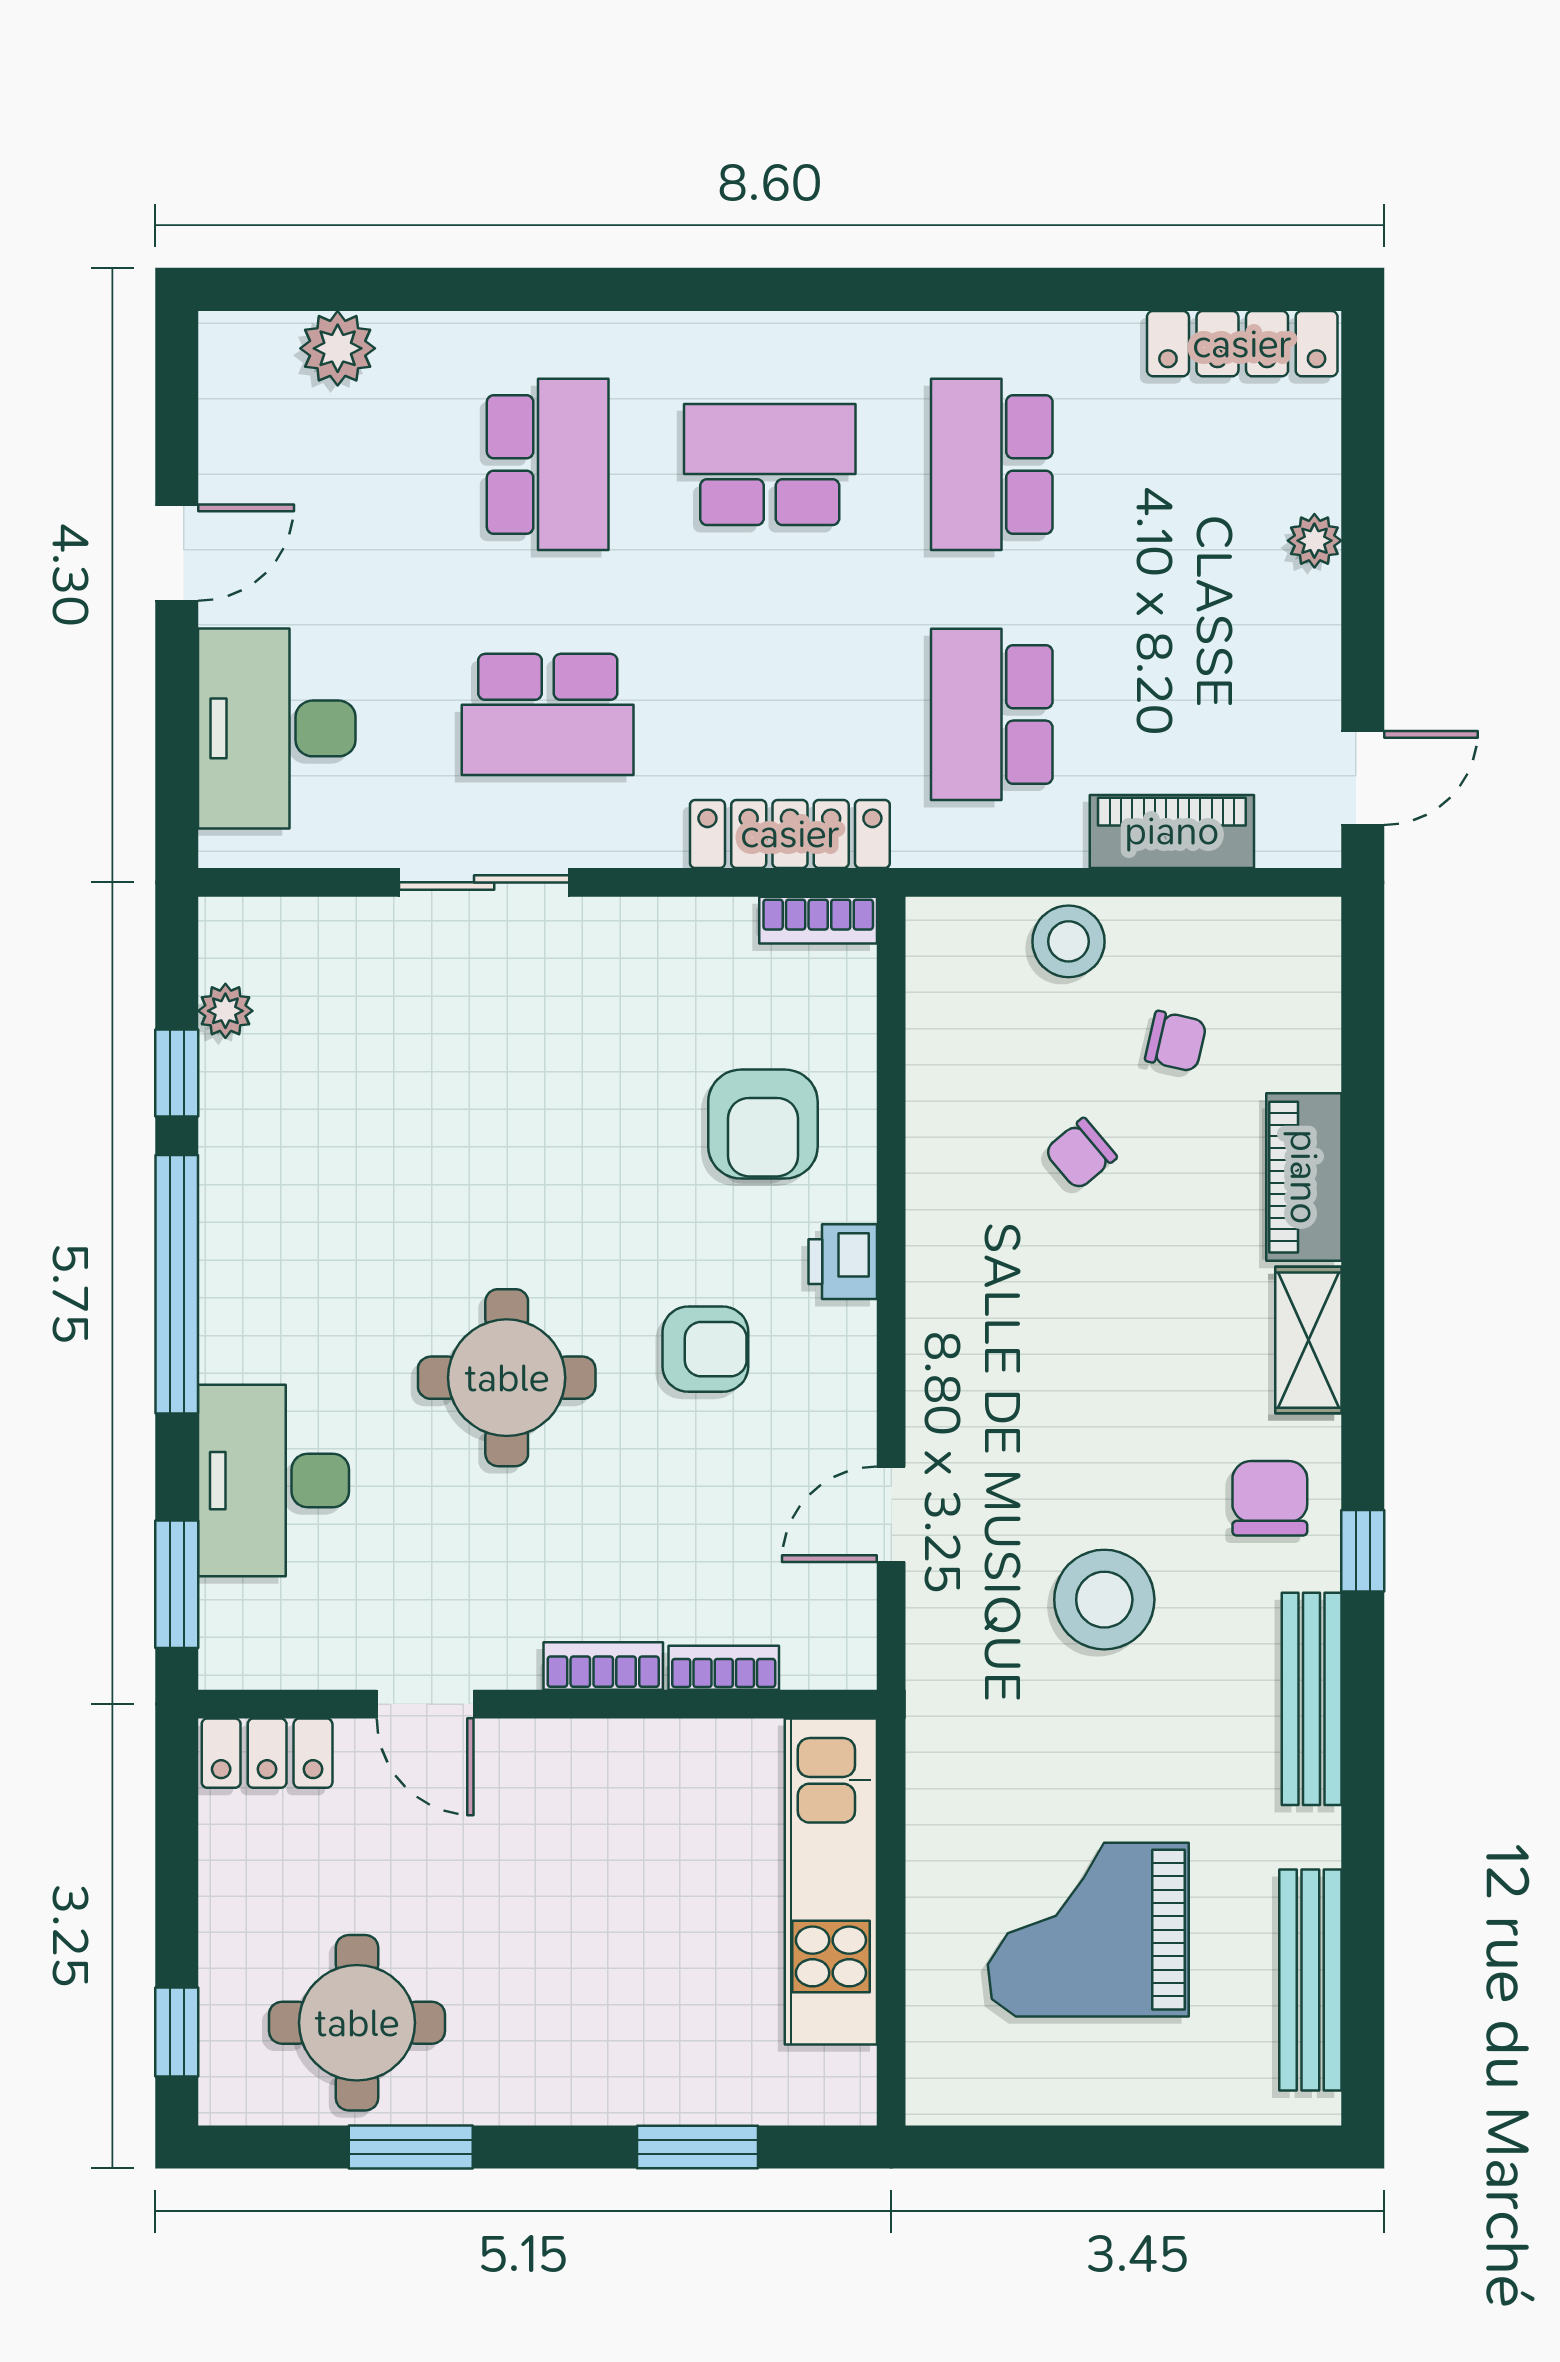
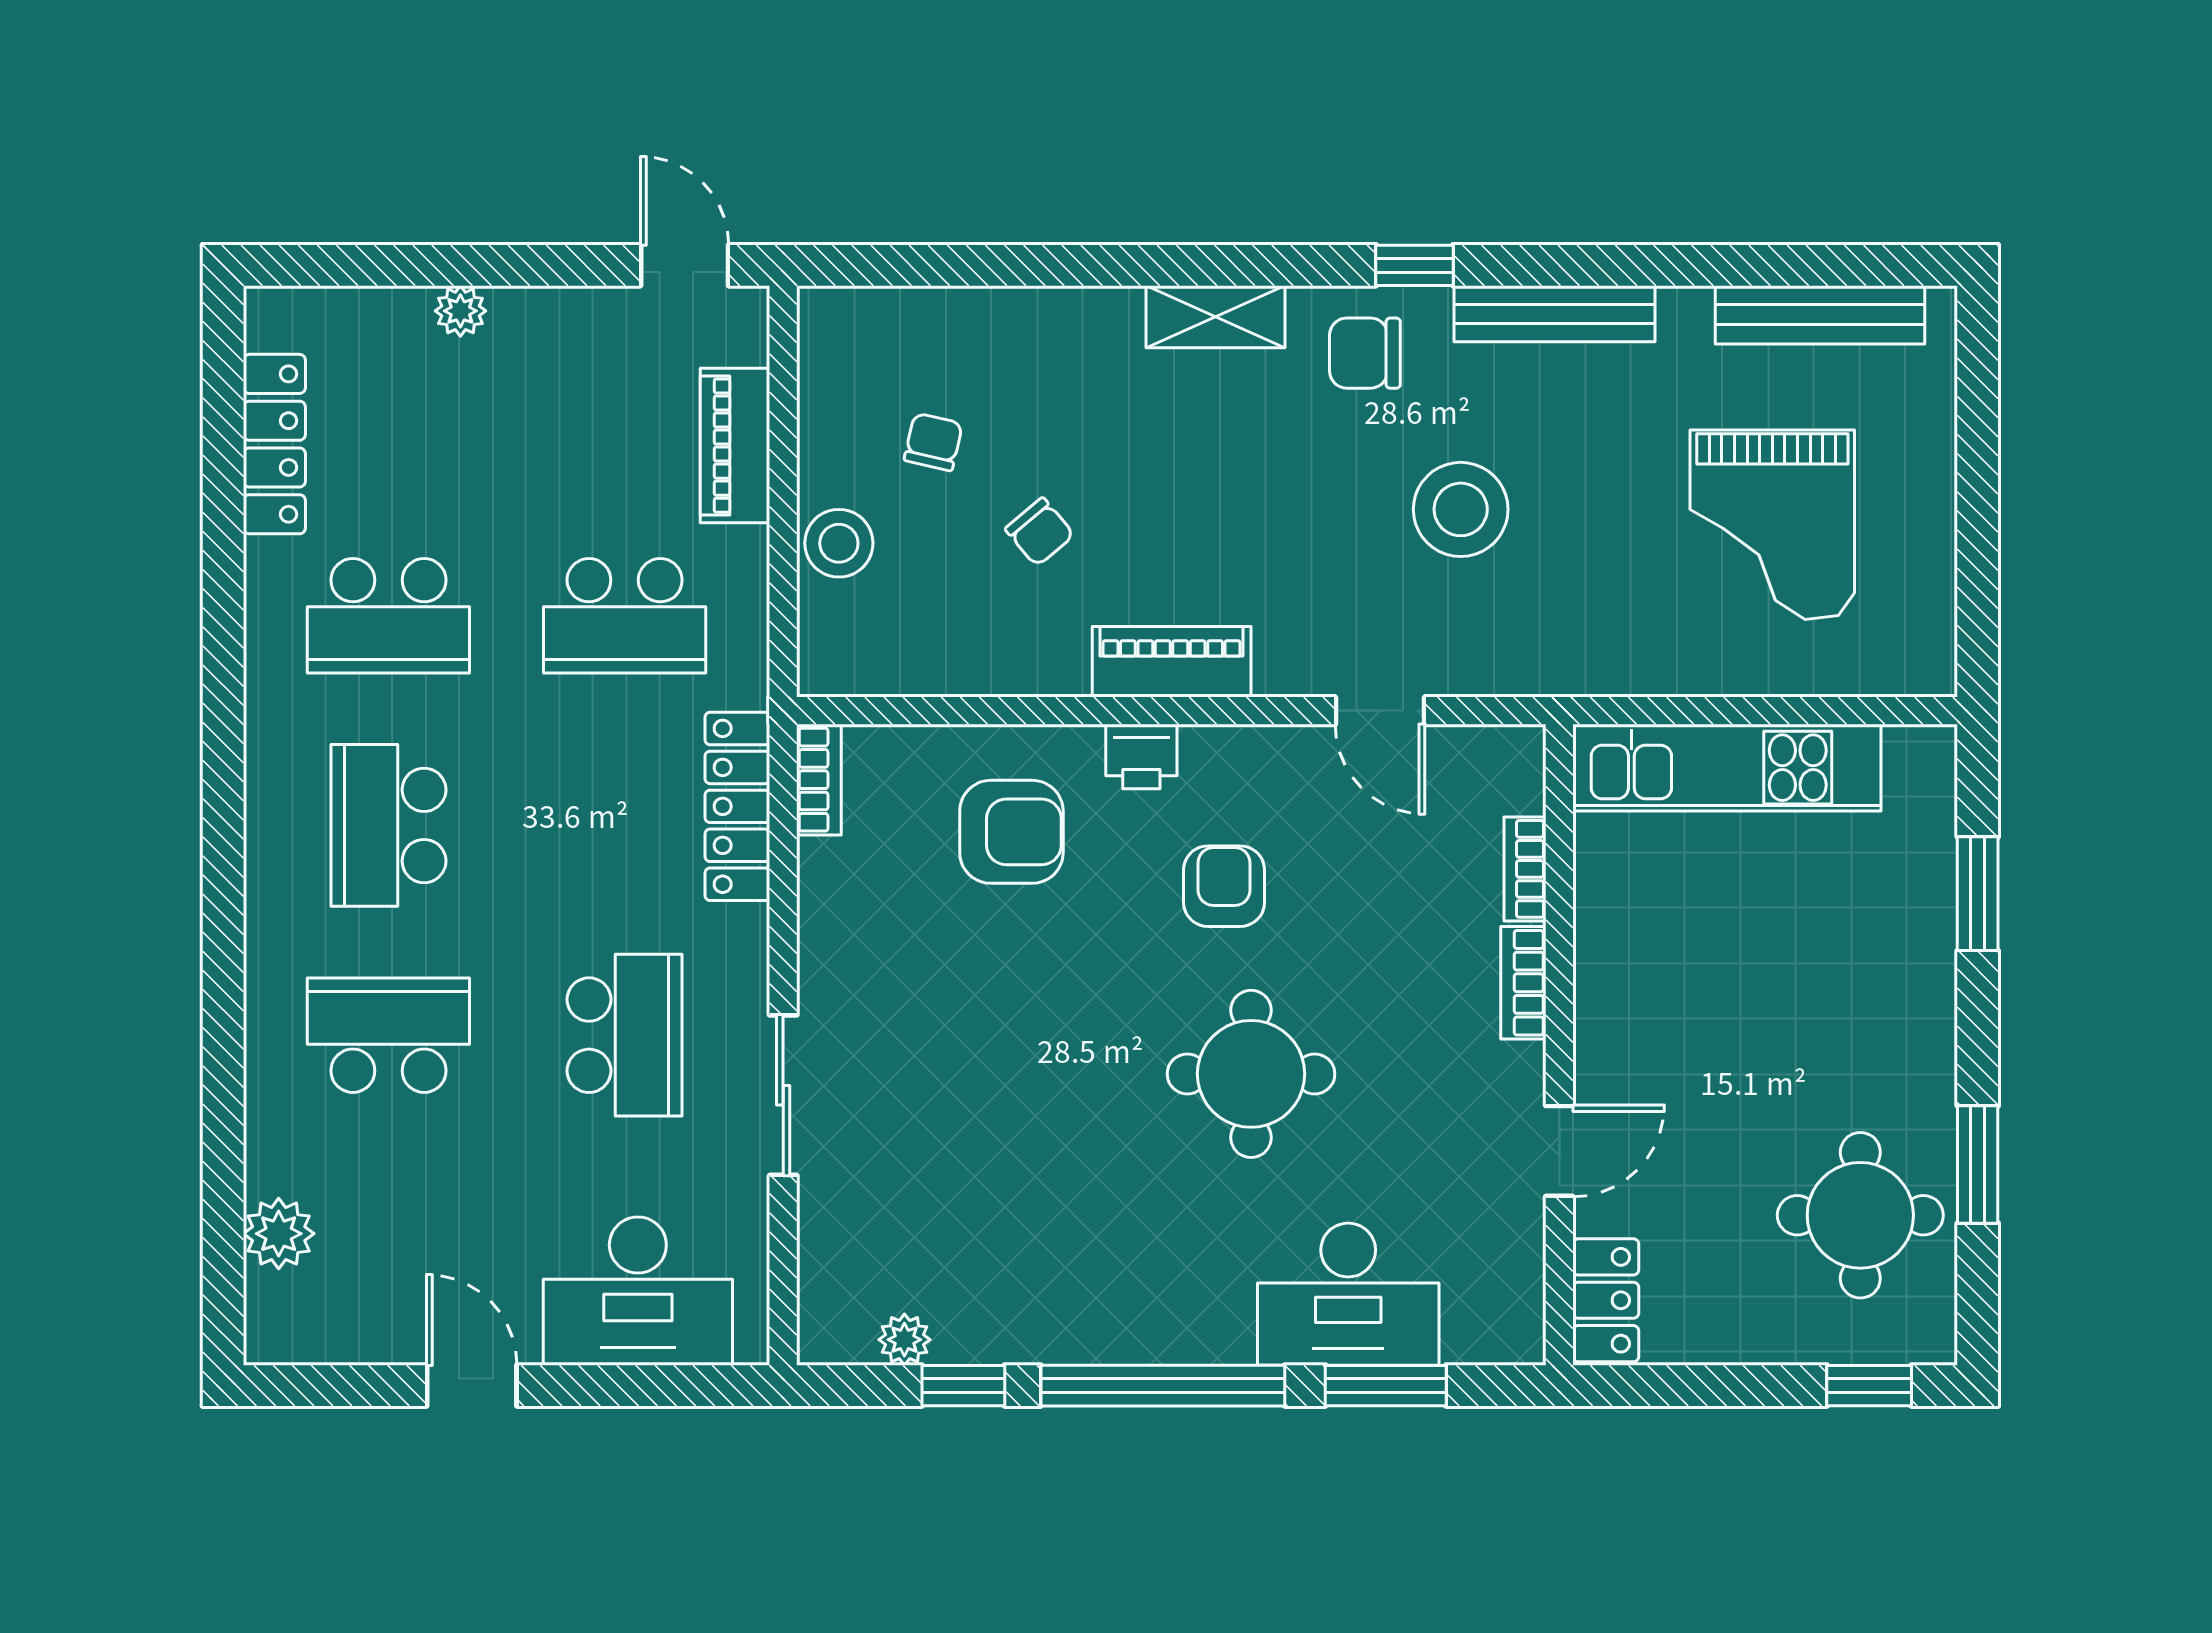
locker: (1242, 344) -> (274, 444), moved
piano: (1304, 1177) -> (1172, 662), moved, turned 180
window: (177, 1584) -> (1386, 1386), moved

